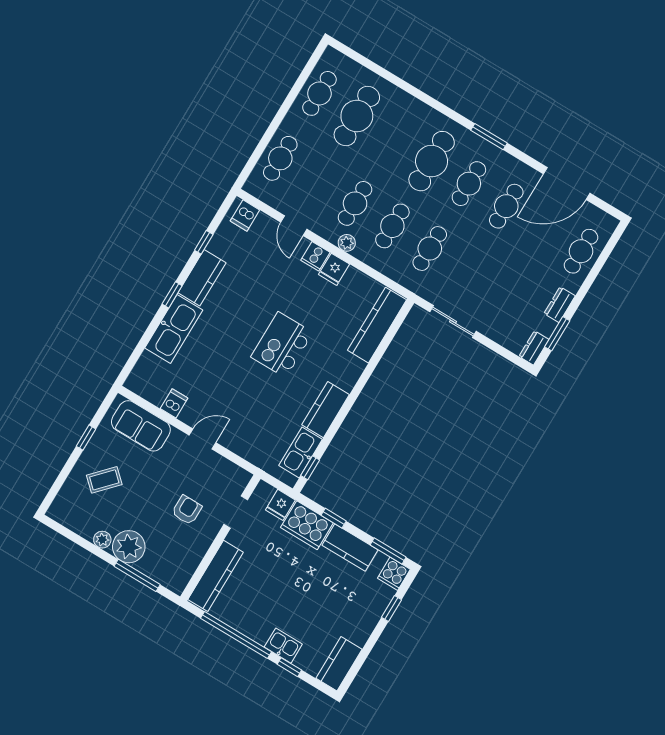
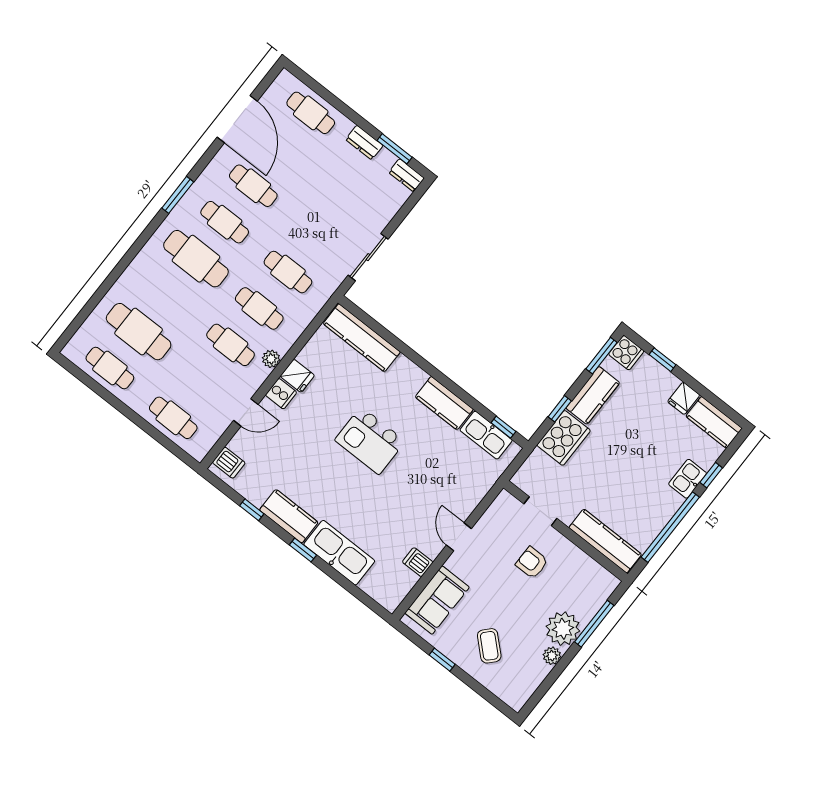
fridge: (280, 505) -> (684, 398), moved, turned 90

